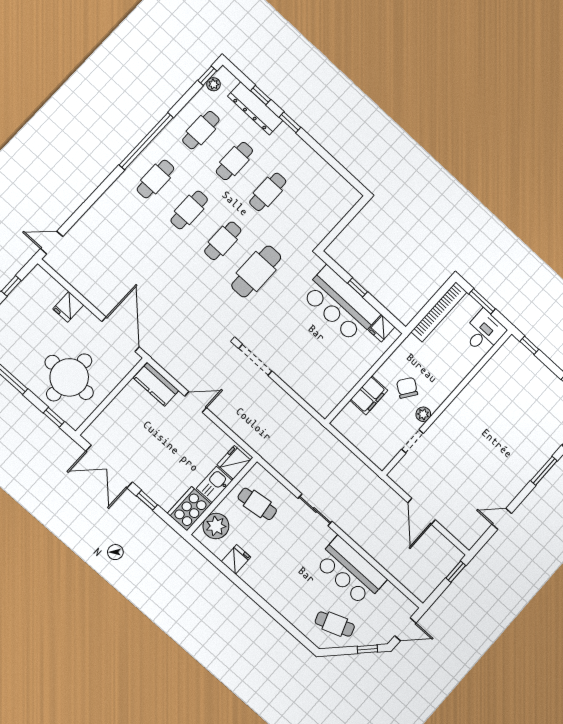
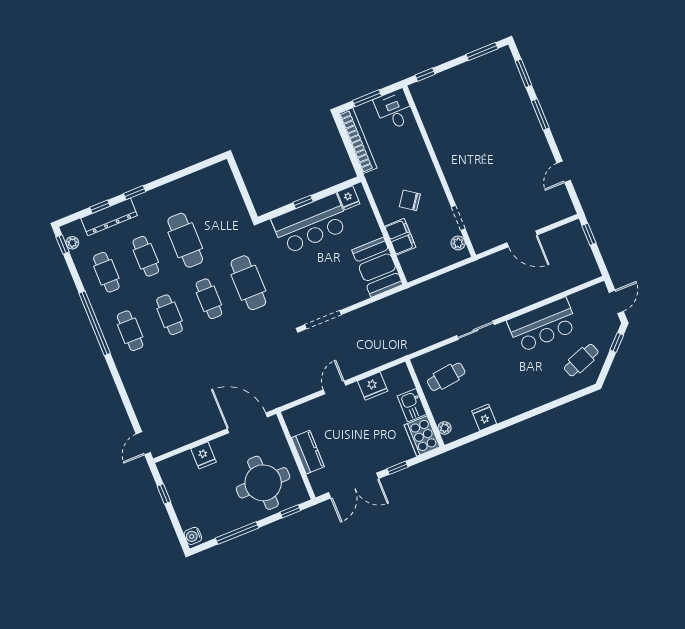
cafe table: (268, 192) -> (185, 240), width x1.37, depth x1.35
kitchen counter: (156, 384) -> (308, 452), moved, turned -90
booth: (330, 387) -> (377, 267), added
plant: (423, 414) -> (458, 243), moved
fridge: (234, 462) -> (373, 386), moved, turned -90
plant: (216, 526) -> (445, 428), width x0.53, depth x0.53

